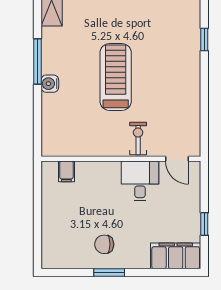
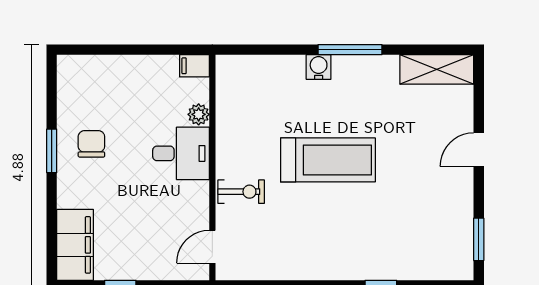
plant: (83, 169) -> (199, 114), added
filing cabinet: (66, 171) -> (194, 66), moved
desk: (140, 181) -> (181, 153), moved

